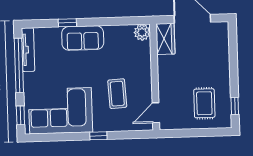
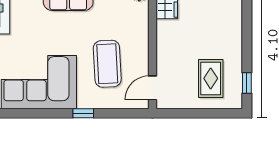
coffee table: (117, 94) -> (107, 64), width x1.36, depth x1.32

